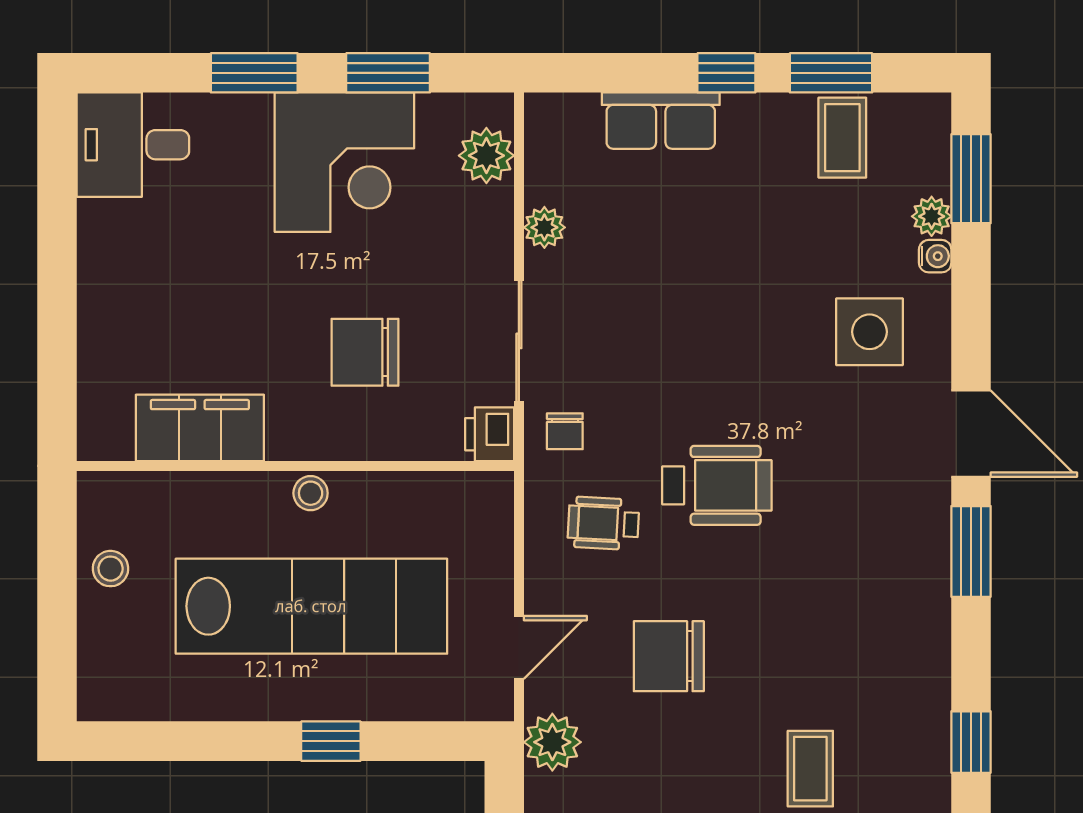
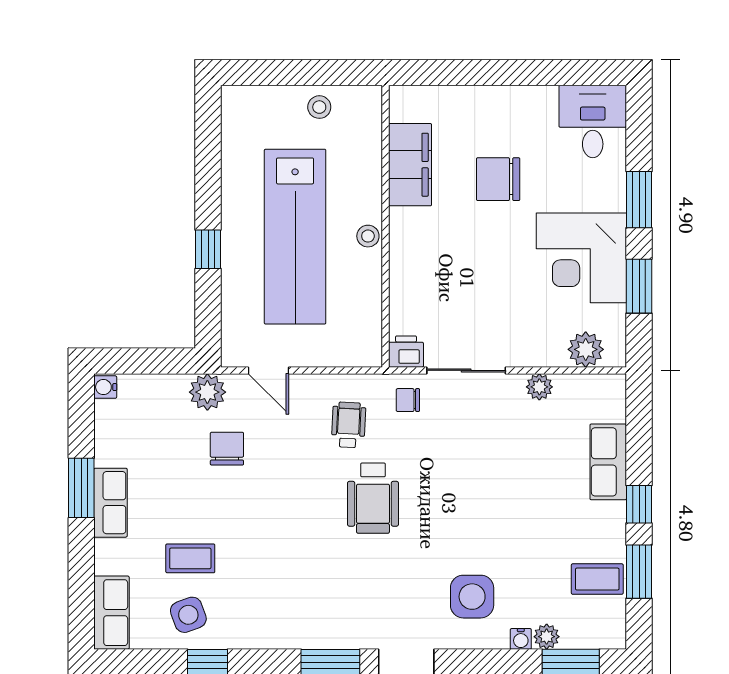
chair: (365, 352) -> (498, 179), moved, turned -90
chair: (669, 656) -> (227, 449), moved, width x0.73, depth x0.73
side table: (898, 772) -> (188, 615), added

